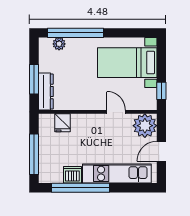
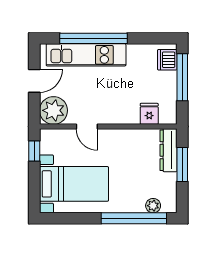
dishwasher: (72, 175) -> (167, 60), moved, turned 90
window: (80, 188) -> (93, 38), moved

